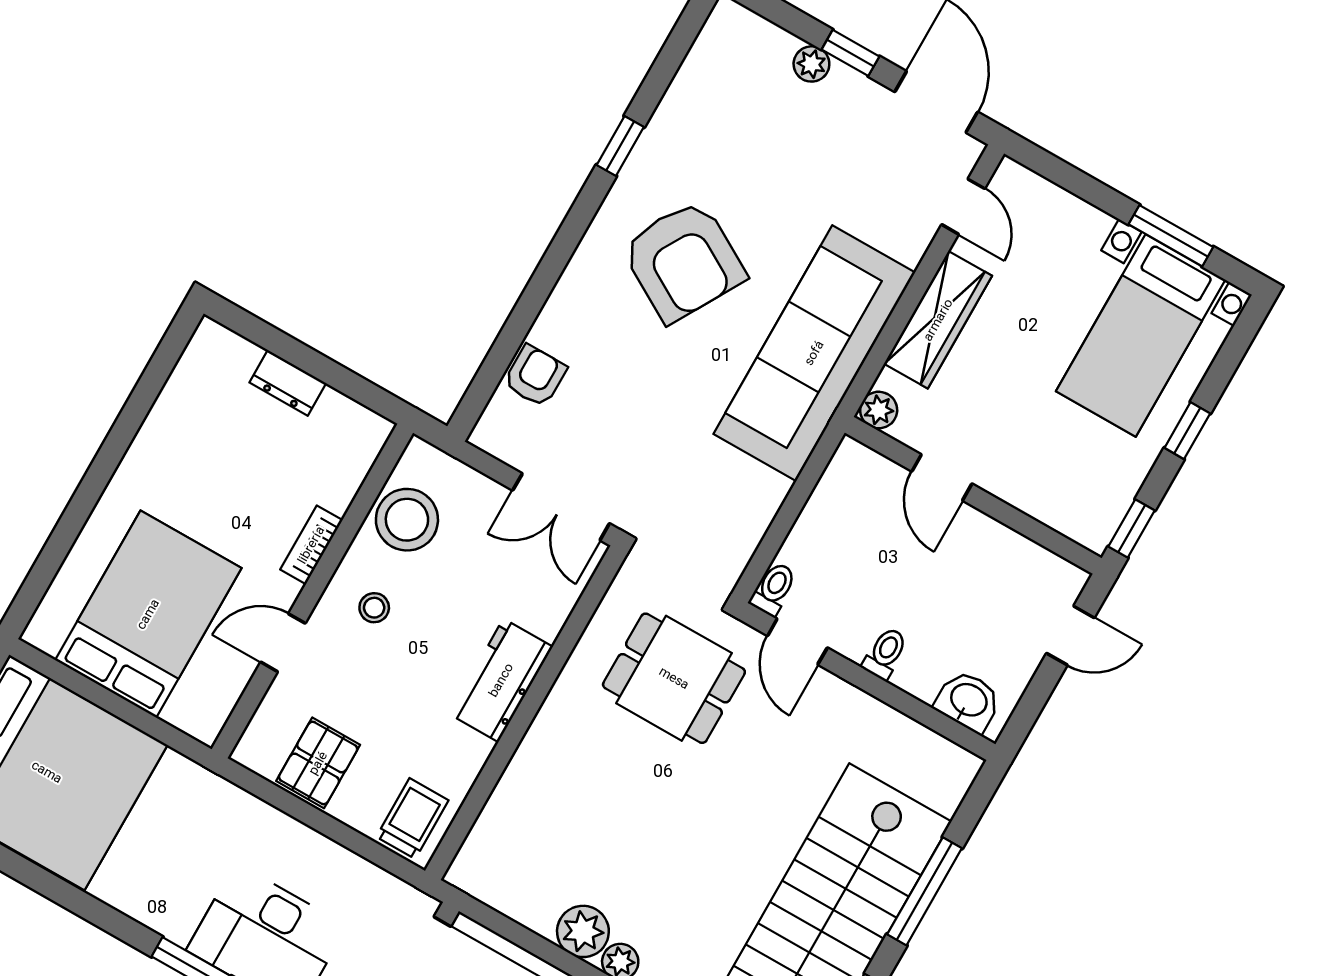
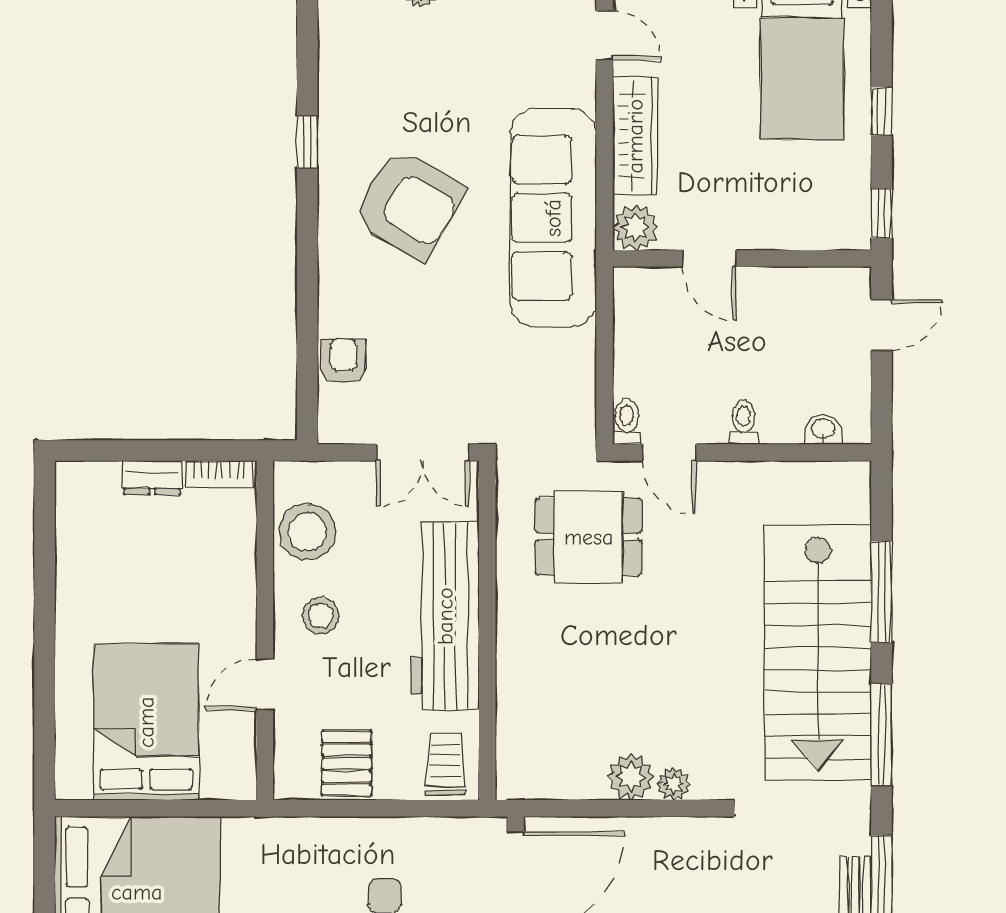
plant: (879, 410) -> (635, 227), width x1.38, depth x1.38
bookcase: (311, 545) -> (219, 474), moved, turned -90
stool: (374, 608) -> (321, 616), width x1.37, depth x1.37
workbench: (501, 680) -> (445, 616), width x1.88, depth x1.32
washbasin: (968, 701) -> (823, 429), width x0.72, depth x0.69

